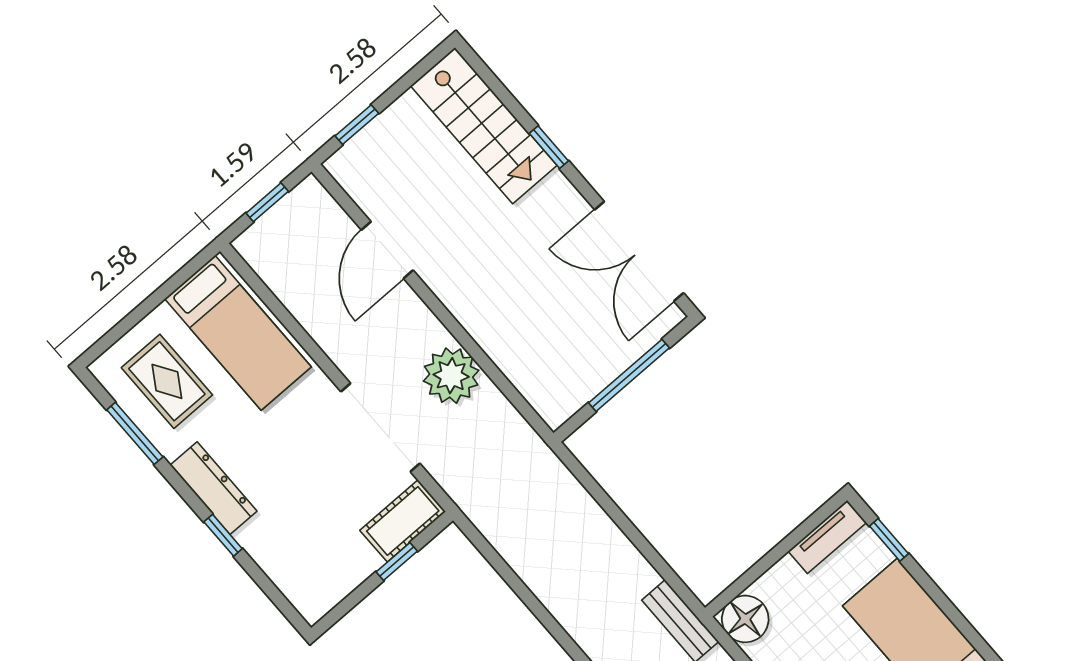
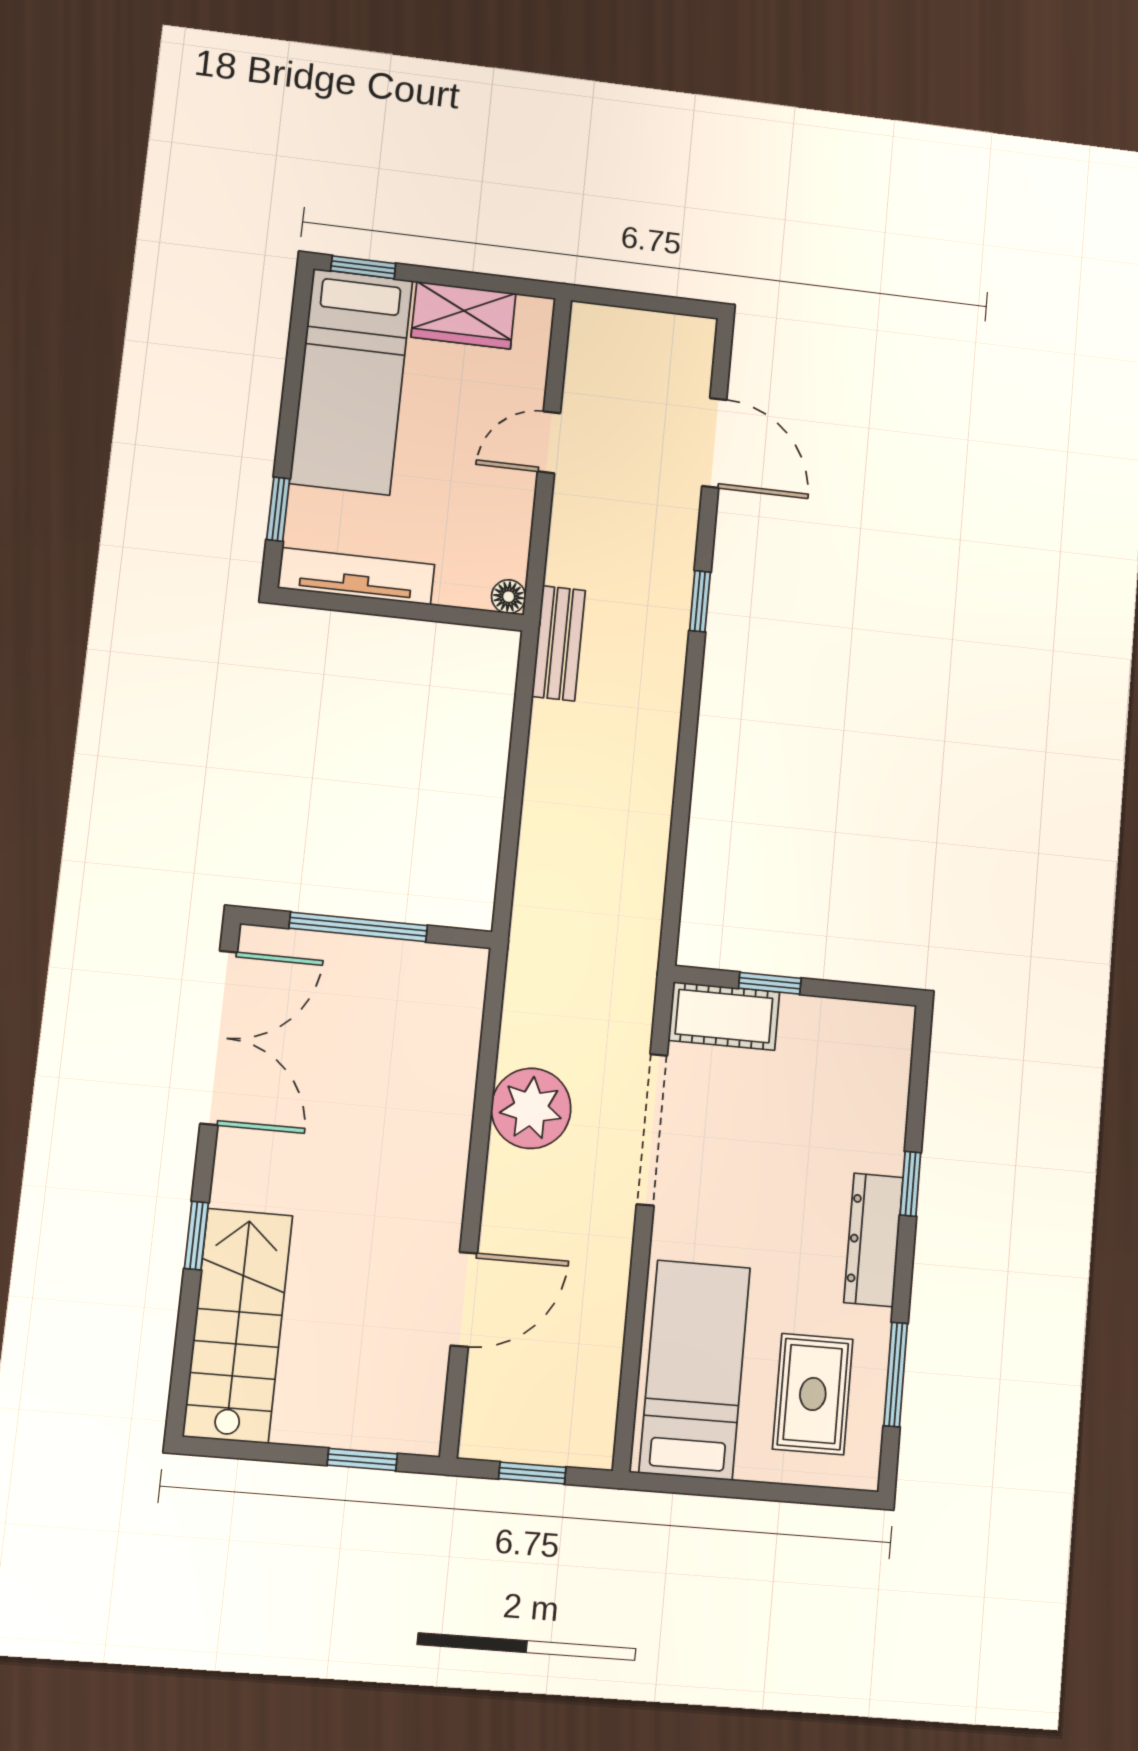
tv unit: (827, 537) -> (356, 576), width x1.41
floor lamp: (745, 619) -> (509, 597), width x0.53, depth x0.53

